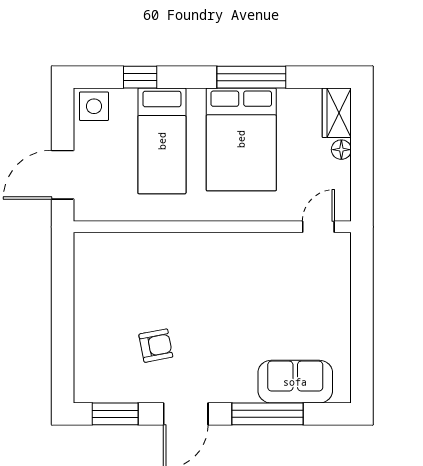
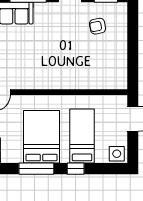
window: (140, 77) -> (76, 169), moved
armchair: (156, 346) -> (98, 26), moved

